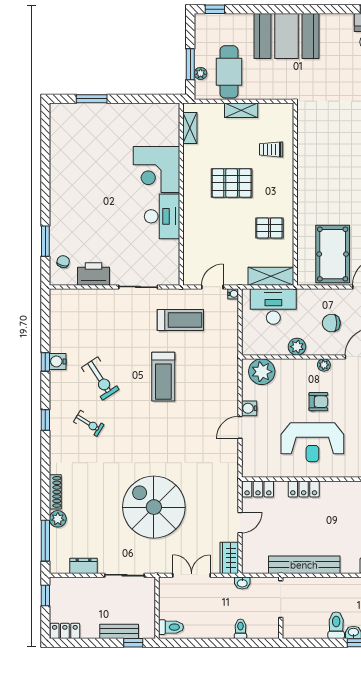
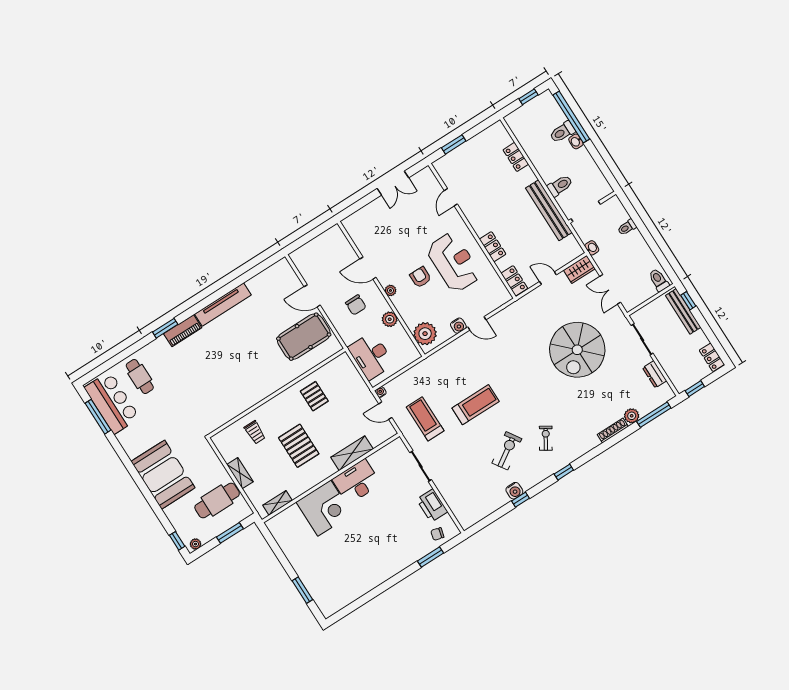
plant: (201, 73) -> (196, 544), moved
shelving: (271, 276) -> (352, 453), moved, turned 90
toilet: (336, 625) -> (560, 186), moved, turned 180
bench: (119, 631) -> (683, 311), width x1.36

